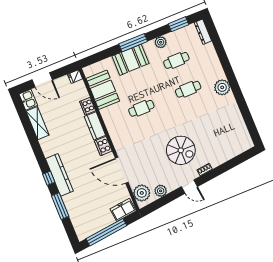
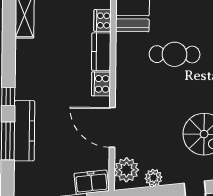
cafe table: (141, 108) -> (175, 54), width x1.37, depth x1.35
kitchen counter: (59, 175) -> (24, 131), moved

